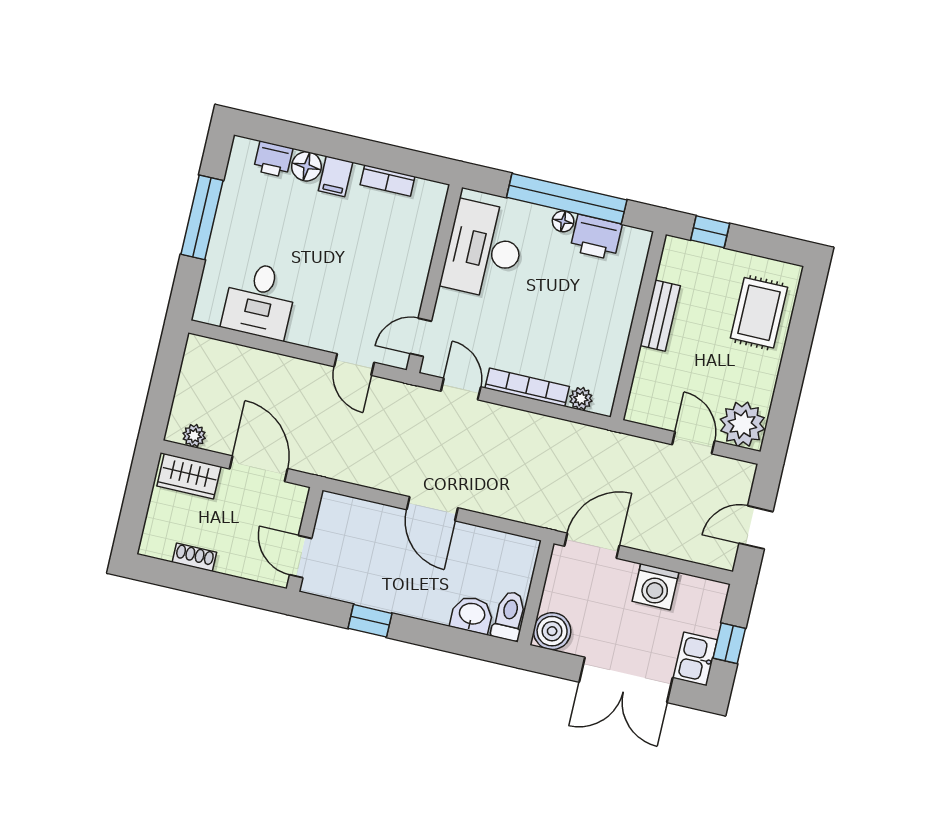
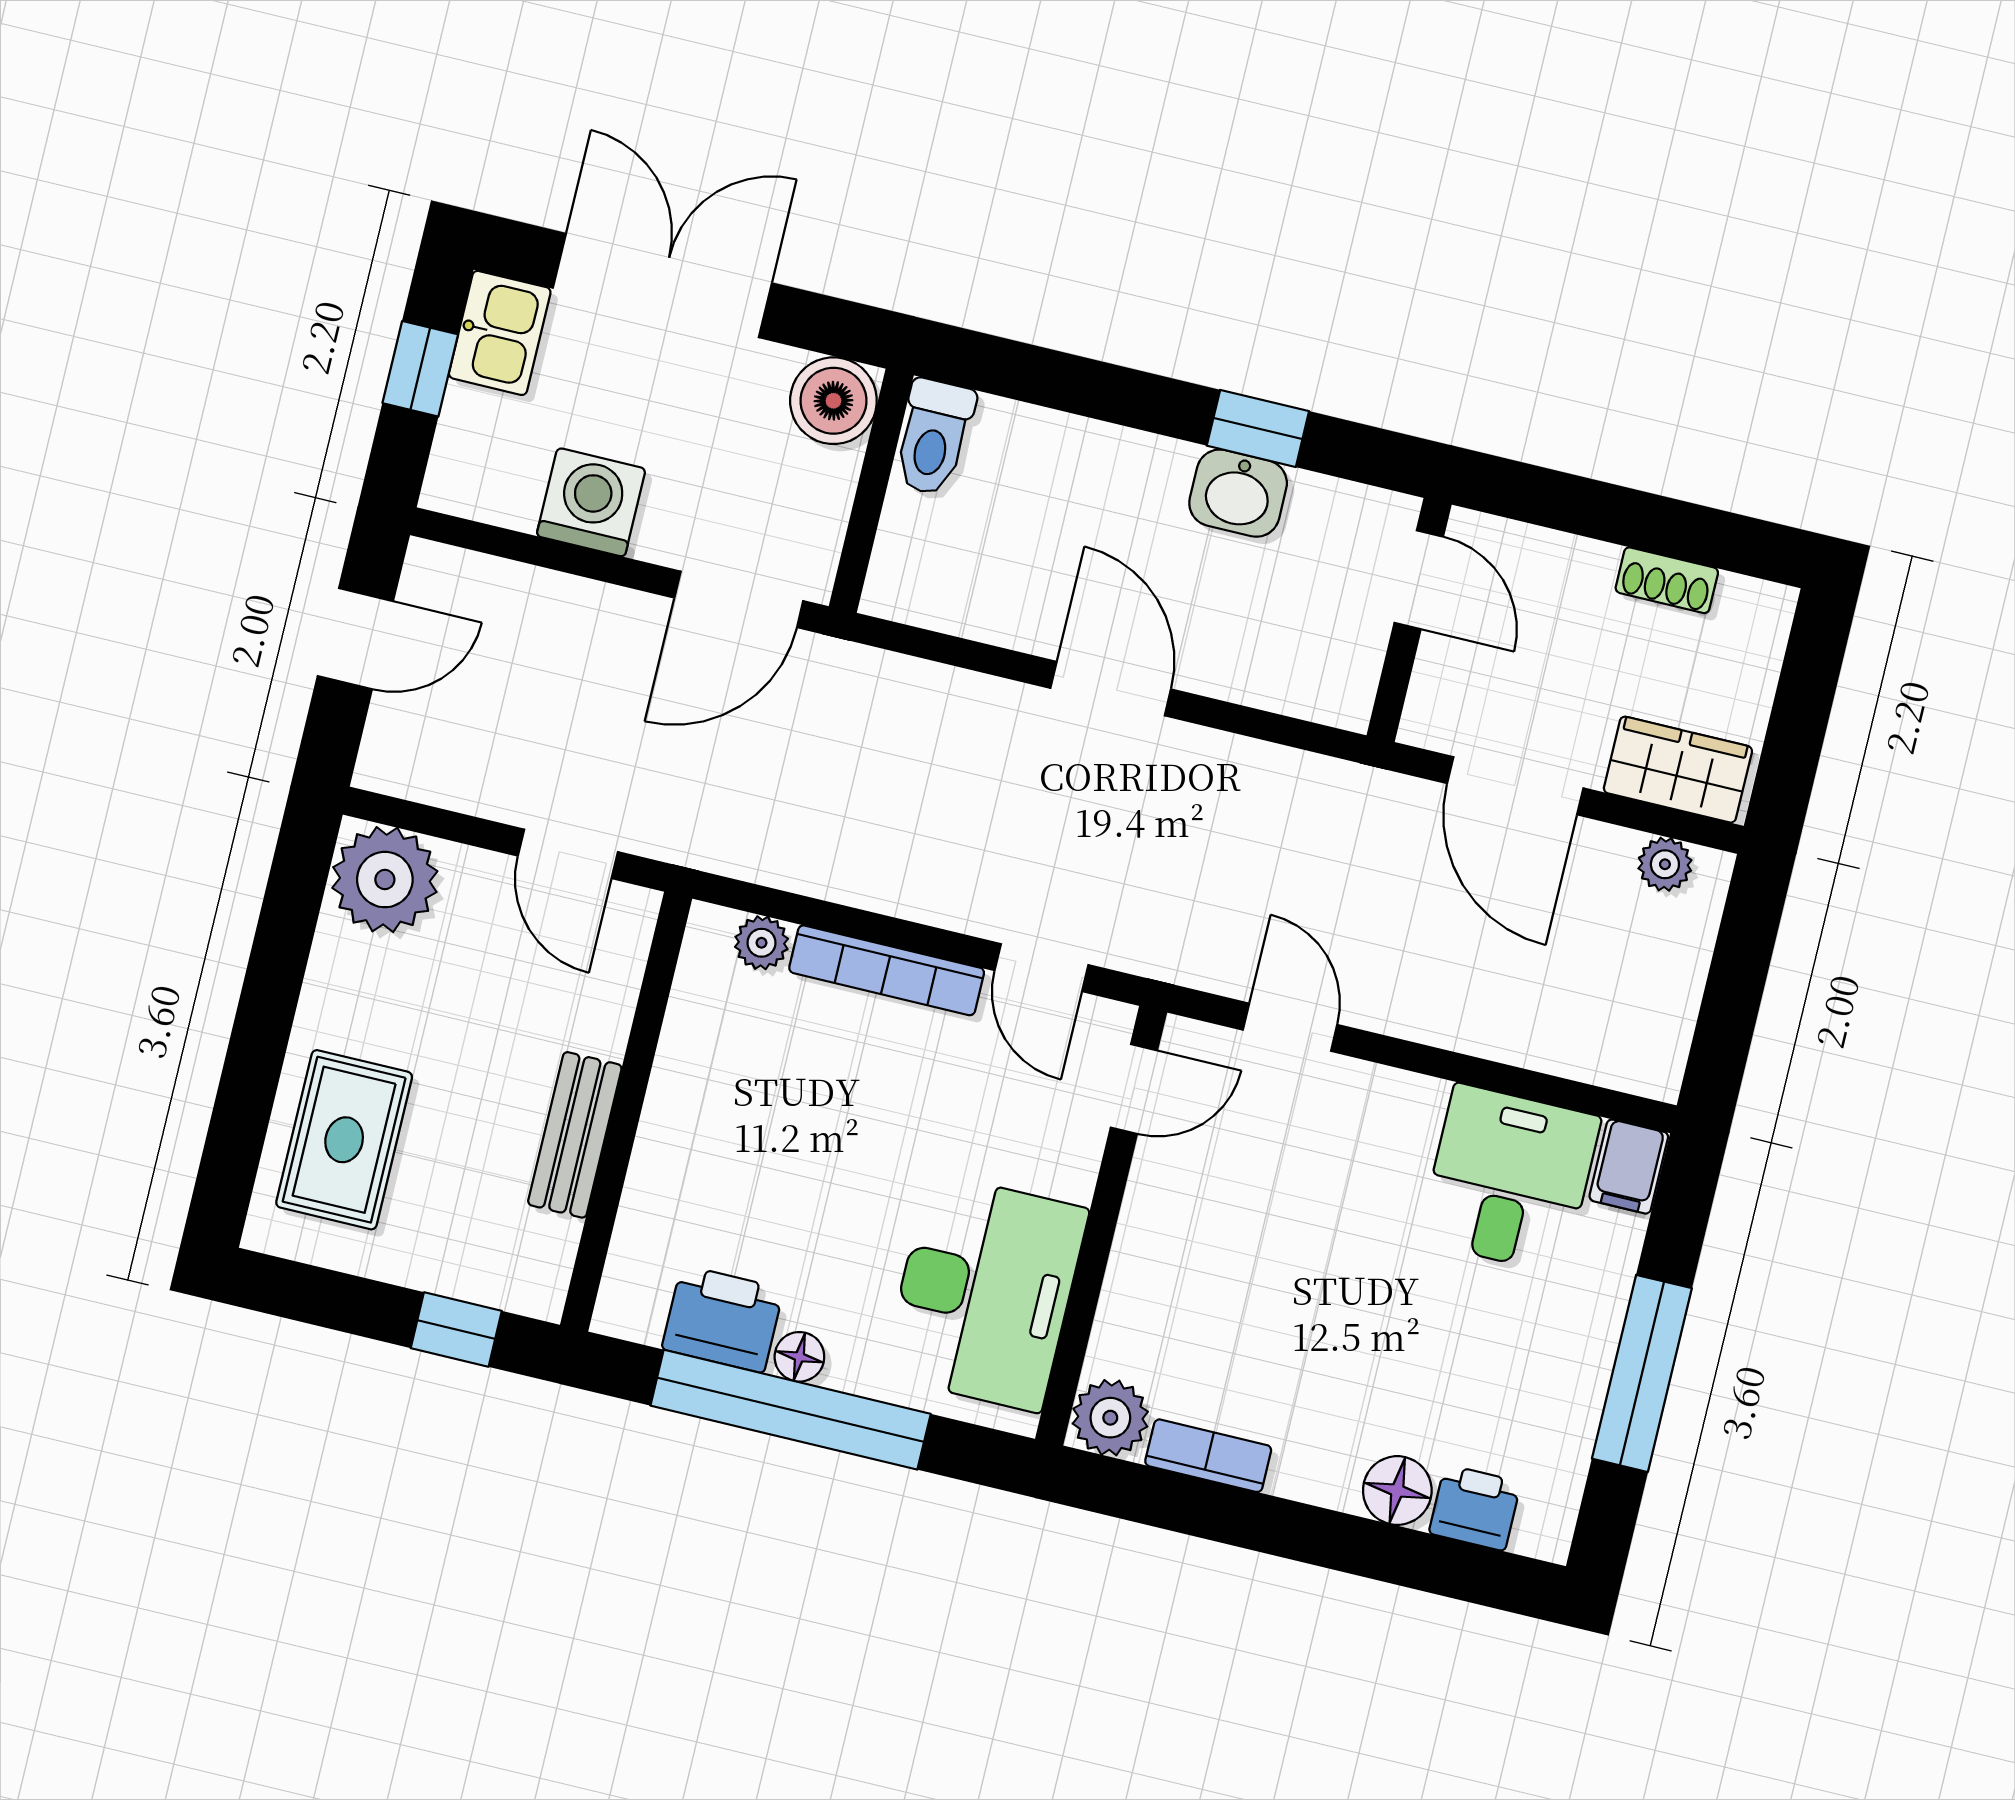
filing cabinet: (336, 176) -> (1629, 1167), moved, turned 180
plant: (430, 196) -> (1110, 1418), added
door: (693, 443) -> (568, 854), moved
washbasin: (472, 615) -> (1238, 493), moved

